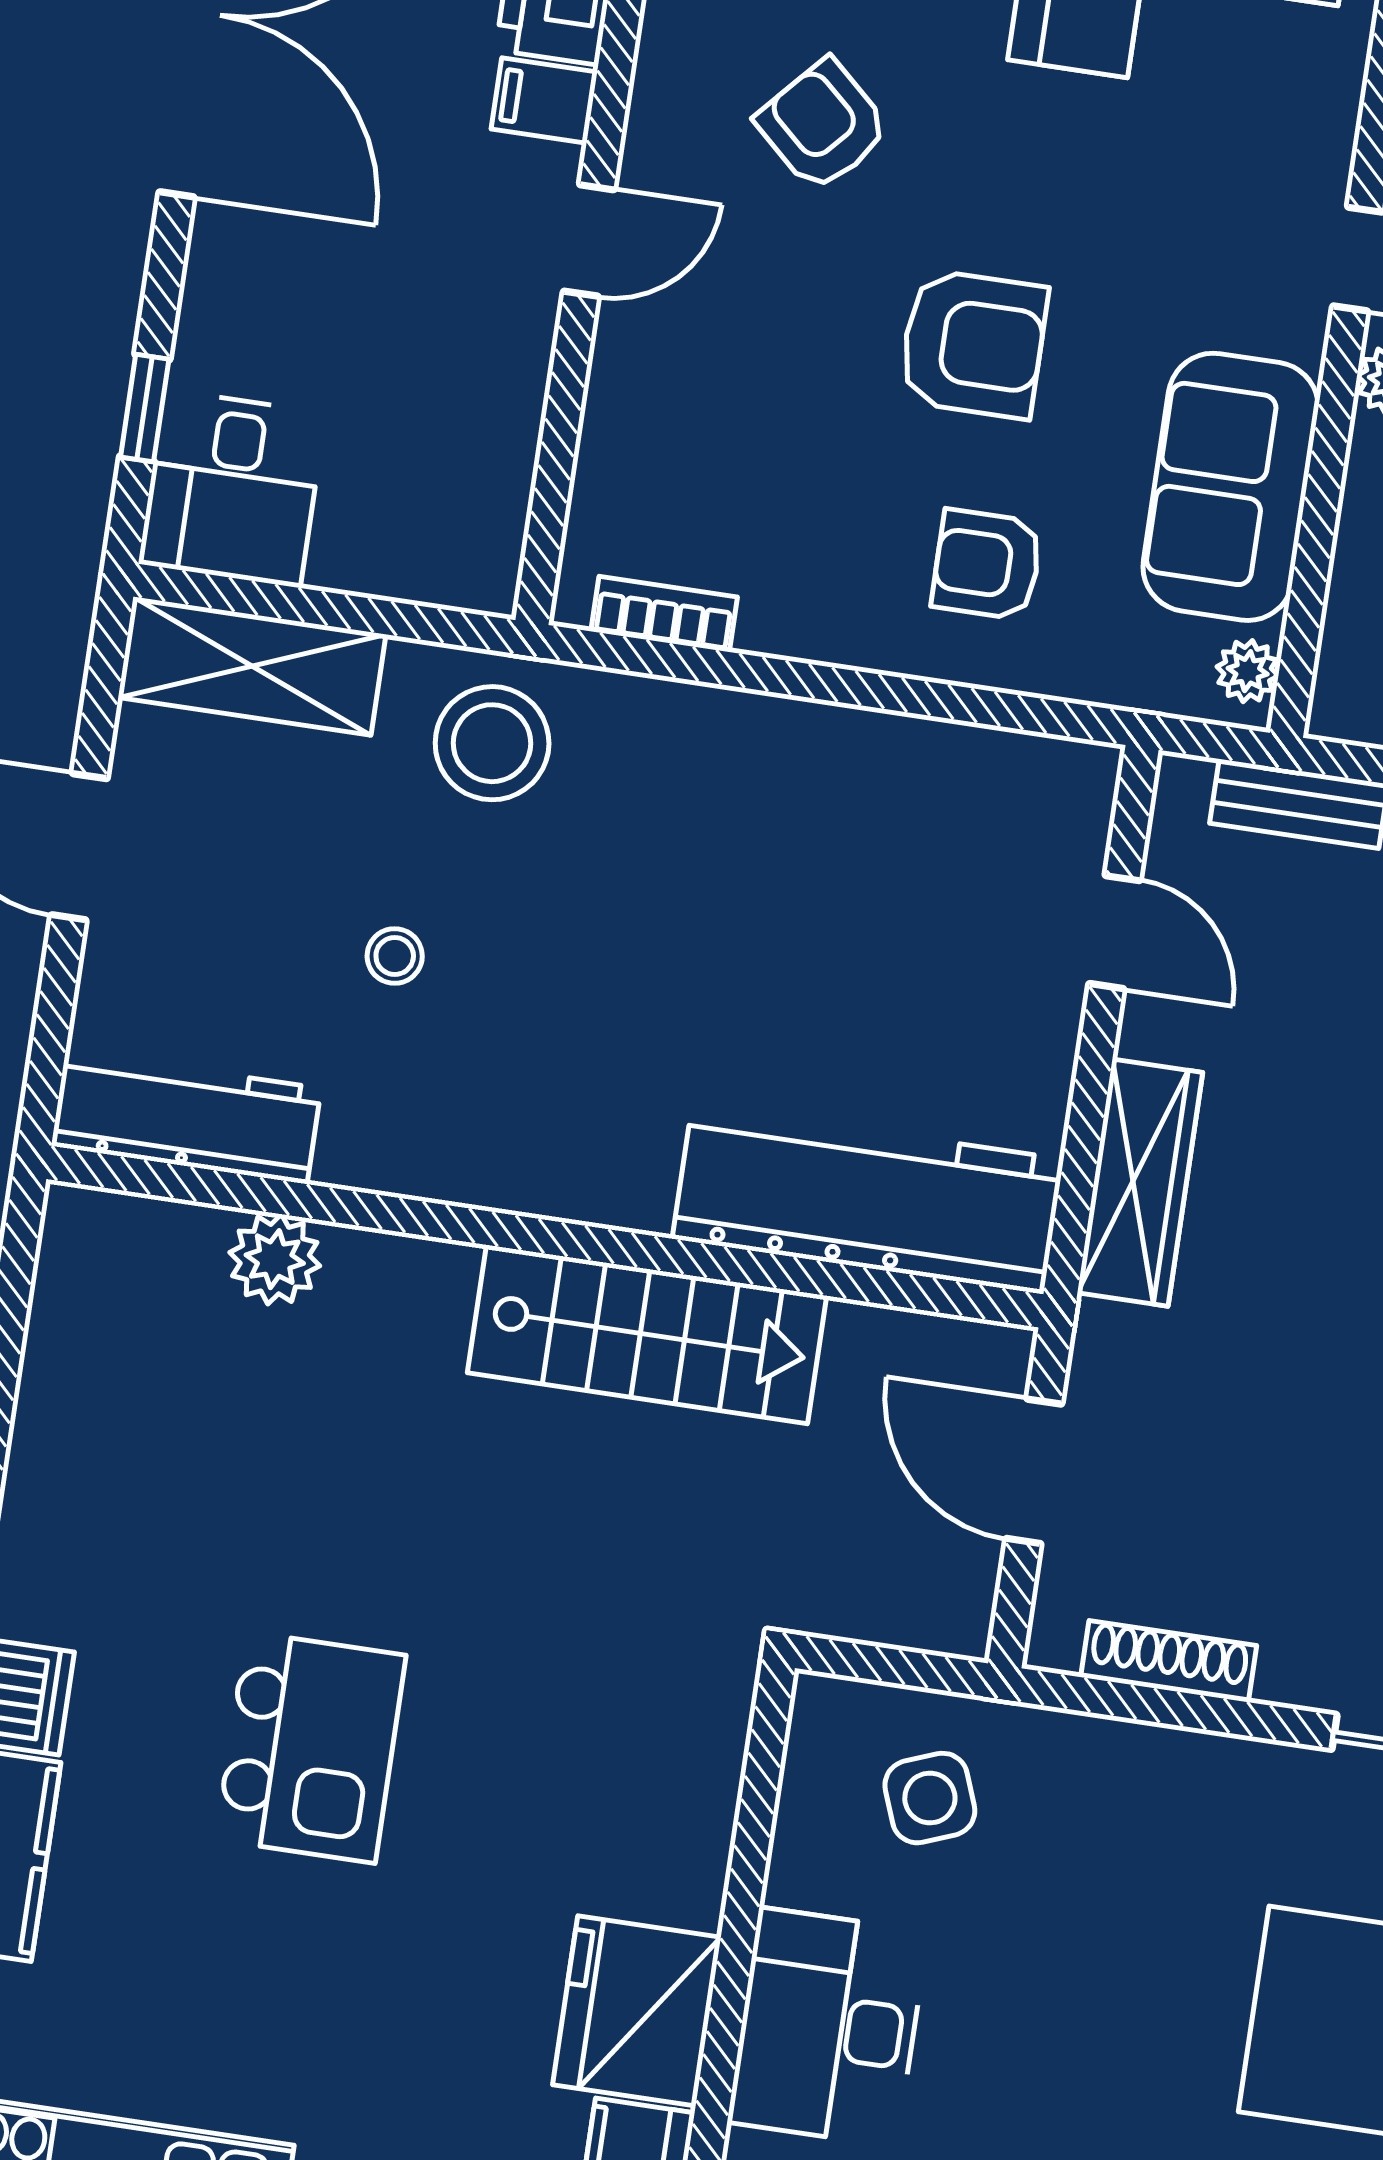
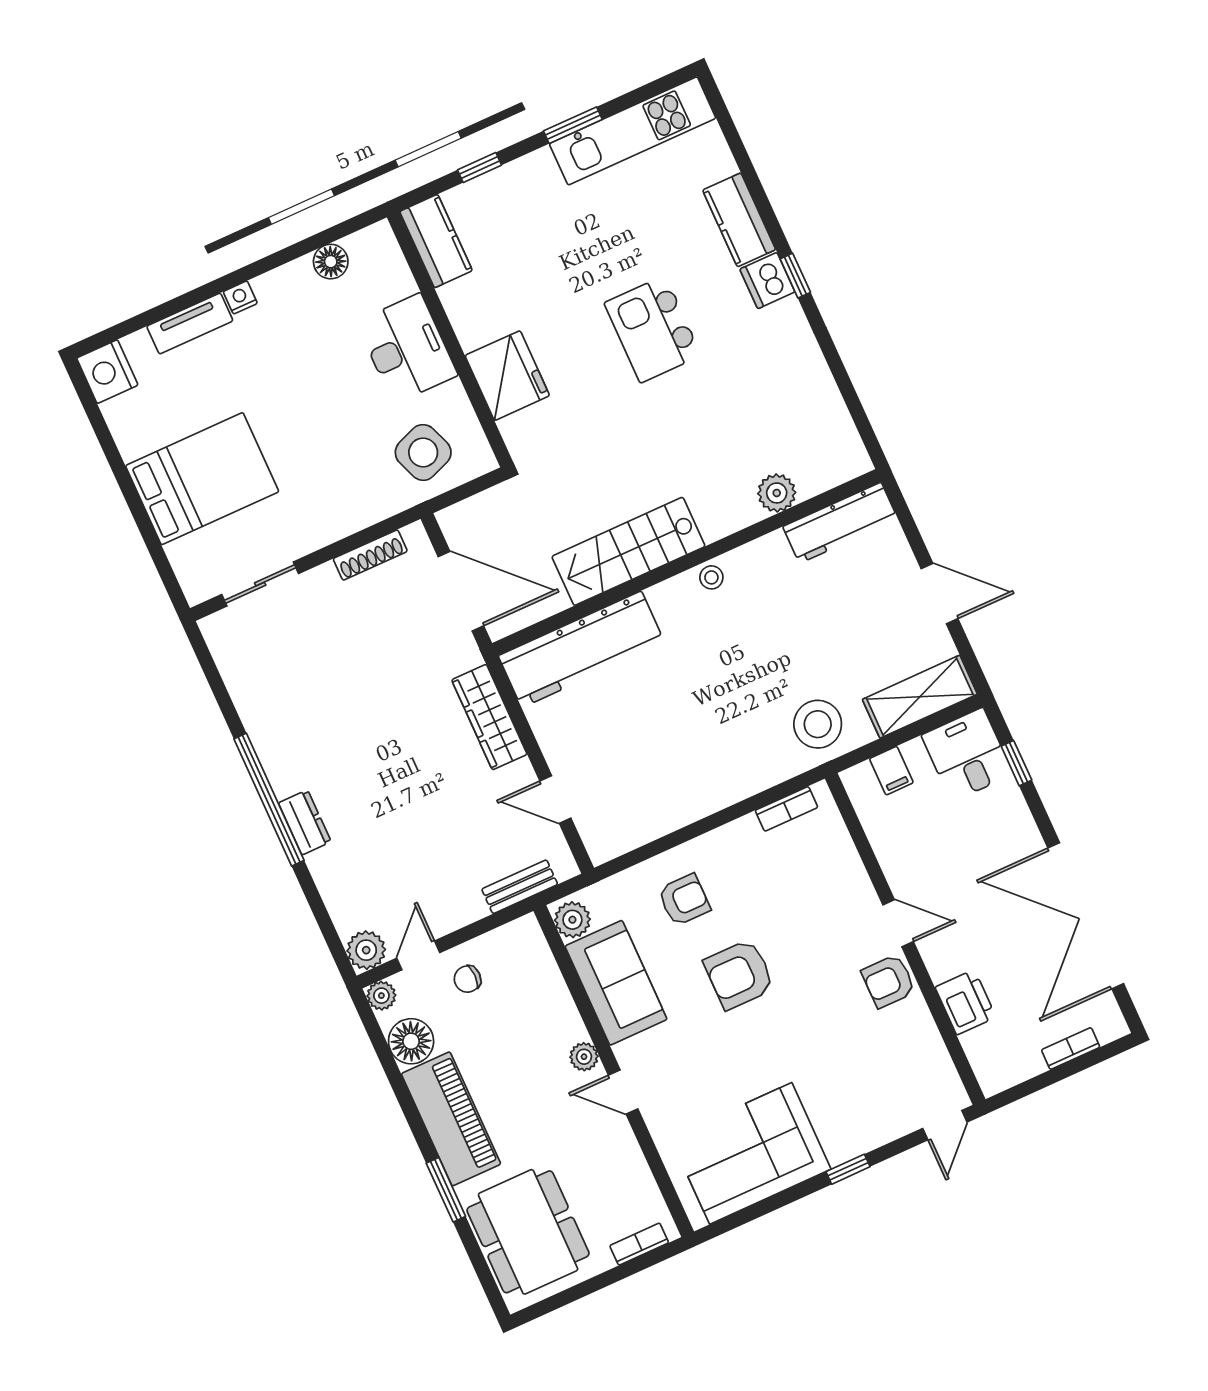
filing cabinet: (544, 101) -> (891, 771), moved, turned 90
armchair: (823, 125) -> (889, 981), moved, turned 138
door: (589, 240) -> (898, 923), swing flipped
plant: (1248, 671) -> (572, 920), width x1.38, depth x1.38
stool: (395, 956) -> (711, 577), moved
door: (1034, 1471) -> (461, 591), width x1.36
side table: (930, 1798) -> (423, 452), width x1.37, depth x1.37
fridge: (637, 2011) -> (507, 376), moved

